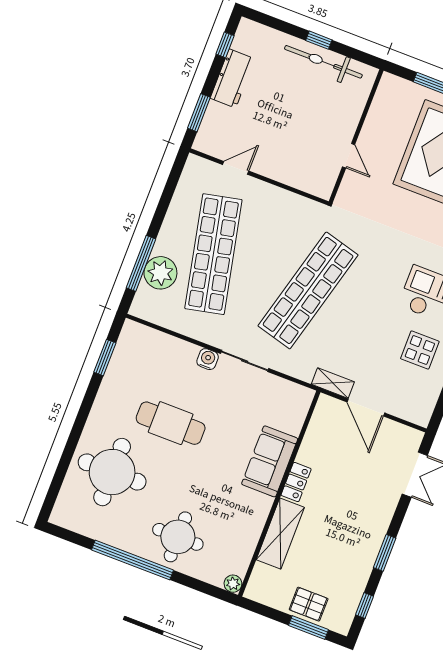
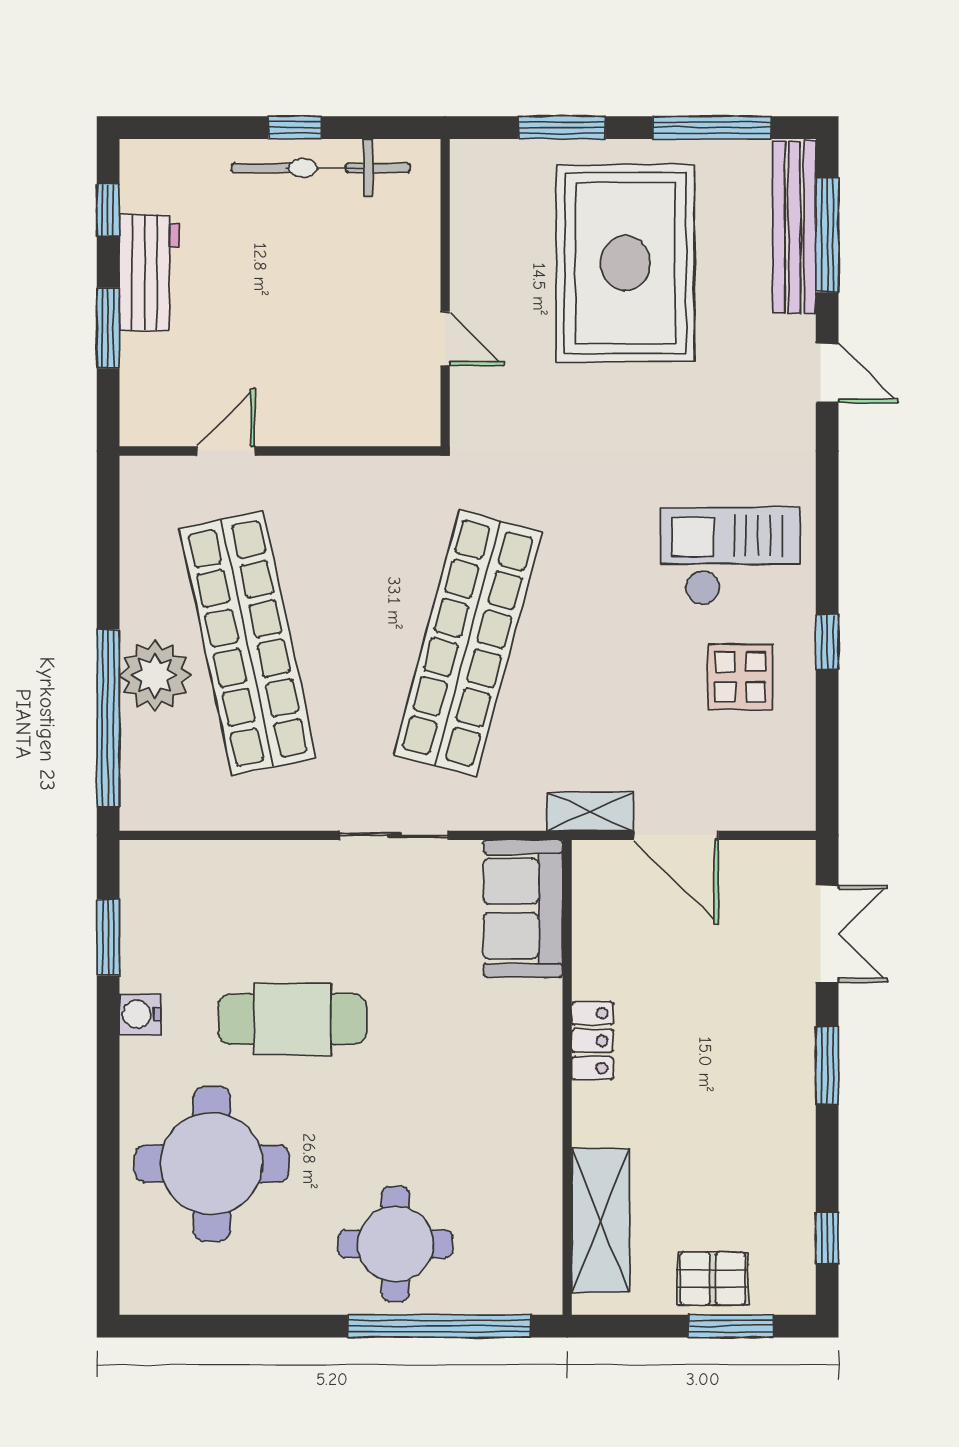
window: (199, 113) -> (108, 328), moved
window: (141, 263) -> (108, 718), width x1.46
plant: (160, 273) -> (155, 675), moved
water cooler: (208, 359) -> (140, 1014), moved, turned -90
sofa: (270, 461) -> (523, 909), moved
shelving: (280, 534) -> (600, 1220), moved
window: (385, 553) -> (827, 1065), moved
window: (132, 560) -> (439, 1326), moved
plant: (233, 584) -> (544, 1296), removed

